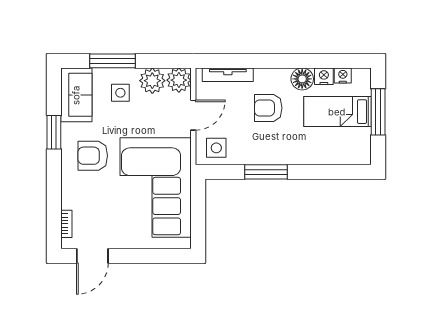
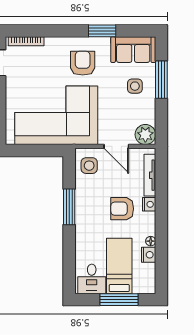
nightstand: (343, 76) -> (149, 204), moved
floor lamp: (302, 79) -> (151, 241), width x0.53, depth x0.53
plant: (152, 81) -> (145, 113), removed
armchair: (268, 108) -> (122, 209), turned -90
desk: (353, 145) -> (92, 279), added
bookcase: (66, 224) -> (26, 41), width x1.56

